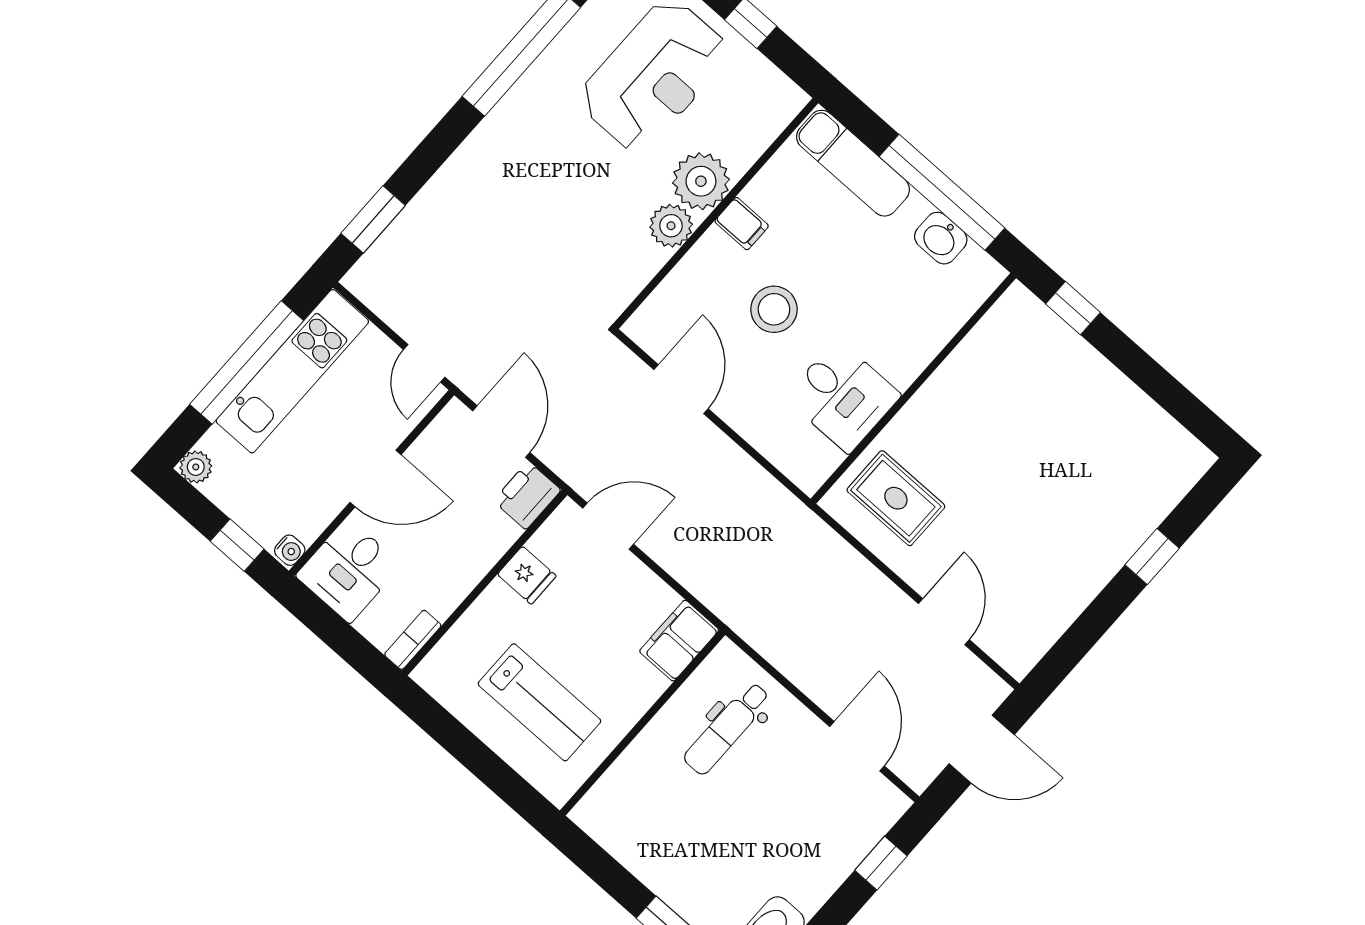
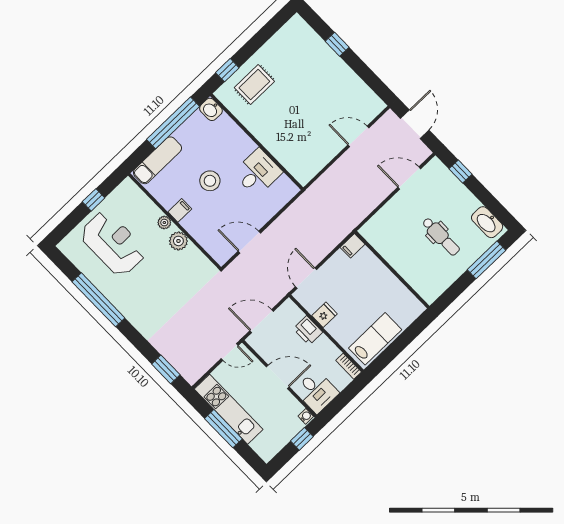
plant: (701, 181) -> (164, 223), width x0.53, depth x0.53
washbasin: (941, 238) -> (211, 109), moved, turned 90
stool: (774, 309) -> (210, 181), moved
window: (247, 362) -> (223, 429), width x0.68
plant: (196, 467) -> (267, 454), removed
door: (375, 478) -> (278, 377), hinge flipped
printer: (527, 495) -> (308, 330), moved
rug: (896, 498) -> (254, 85), moved
filing cabinet: (679, 641) -> (352, 246), width x0.50
lab bench: (539, 702) -> (375, 339), moved
dental chair: (727, 728) -> (441, 236), moved

